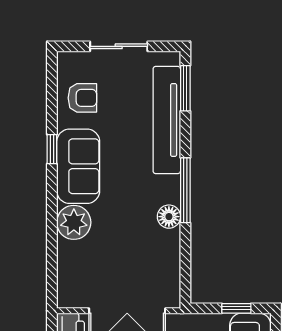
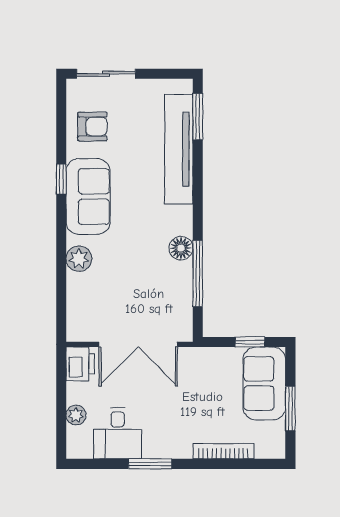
sliding door: (119, 46) -> (106, 74), moved
window: (185, 190) -> (198, 273), moved
plant: (74, 222) -> (79, 259), width x0.73, depth x0.73

